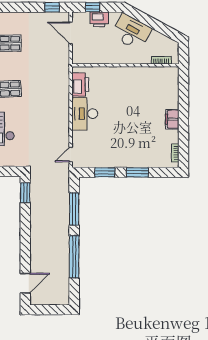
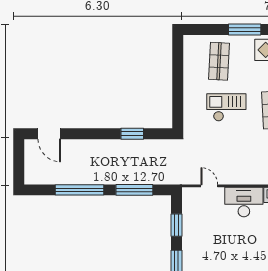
door: (71, 154) -> (209, 186), moved
window: (25, 193) -> (132, 134), moved

